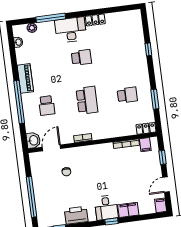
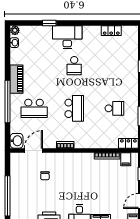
window: (51, 18) -> (49, 23), width x0.46
locker: (95, 20) -> (111, 31), moved
plant: (32, 28) -> (15, 30), moved
school desk: (81, 57) -> (74, 66), turned 90
school desk: (47, 105) -> (34, 108), width x1.85

